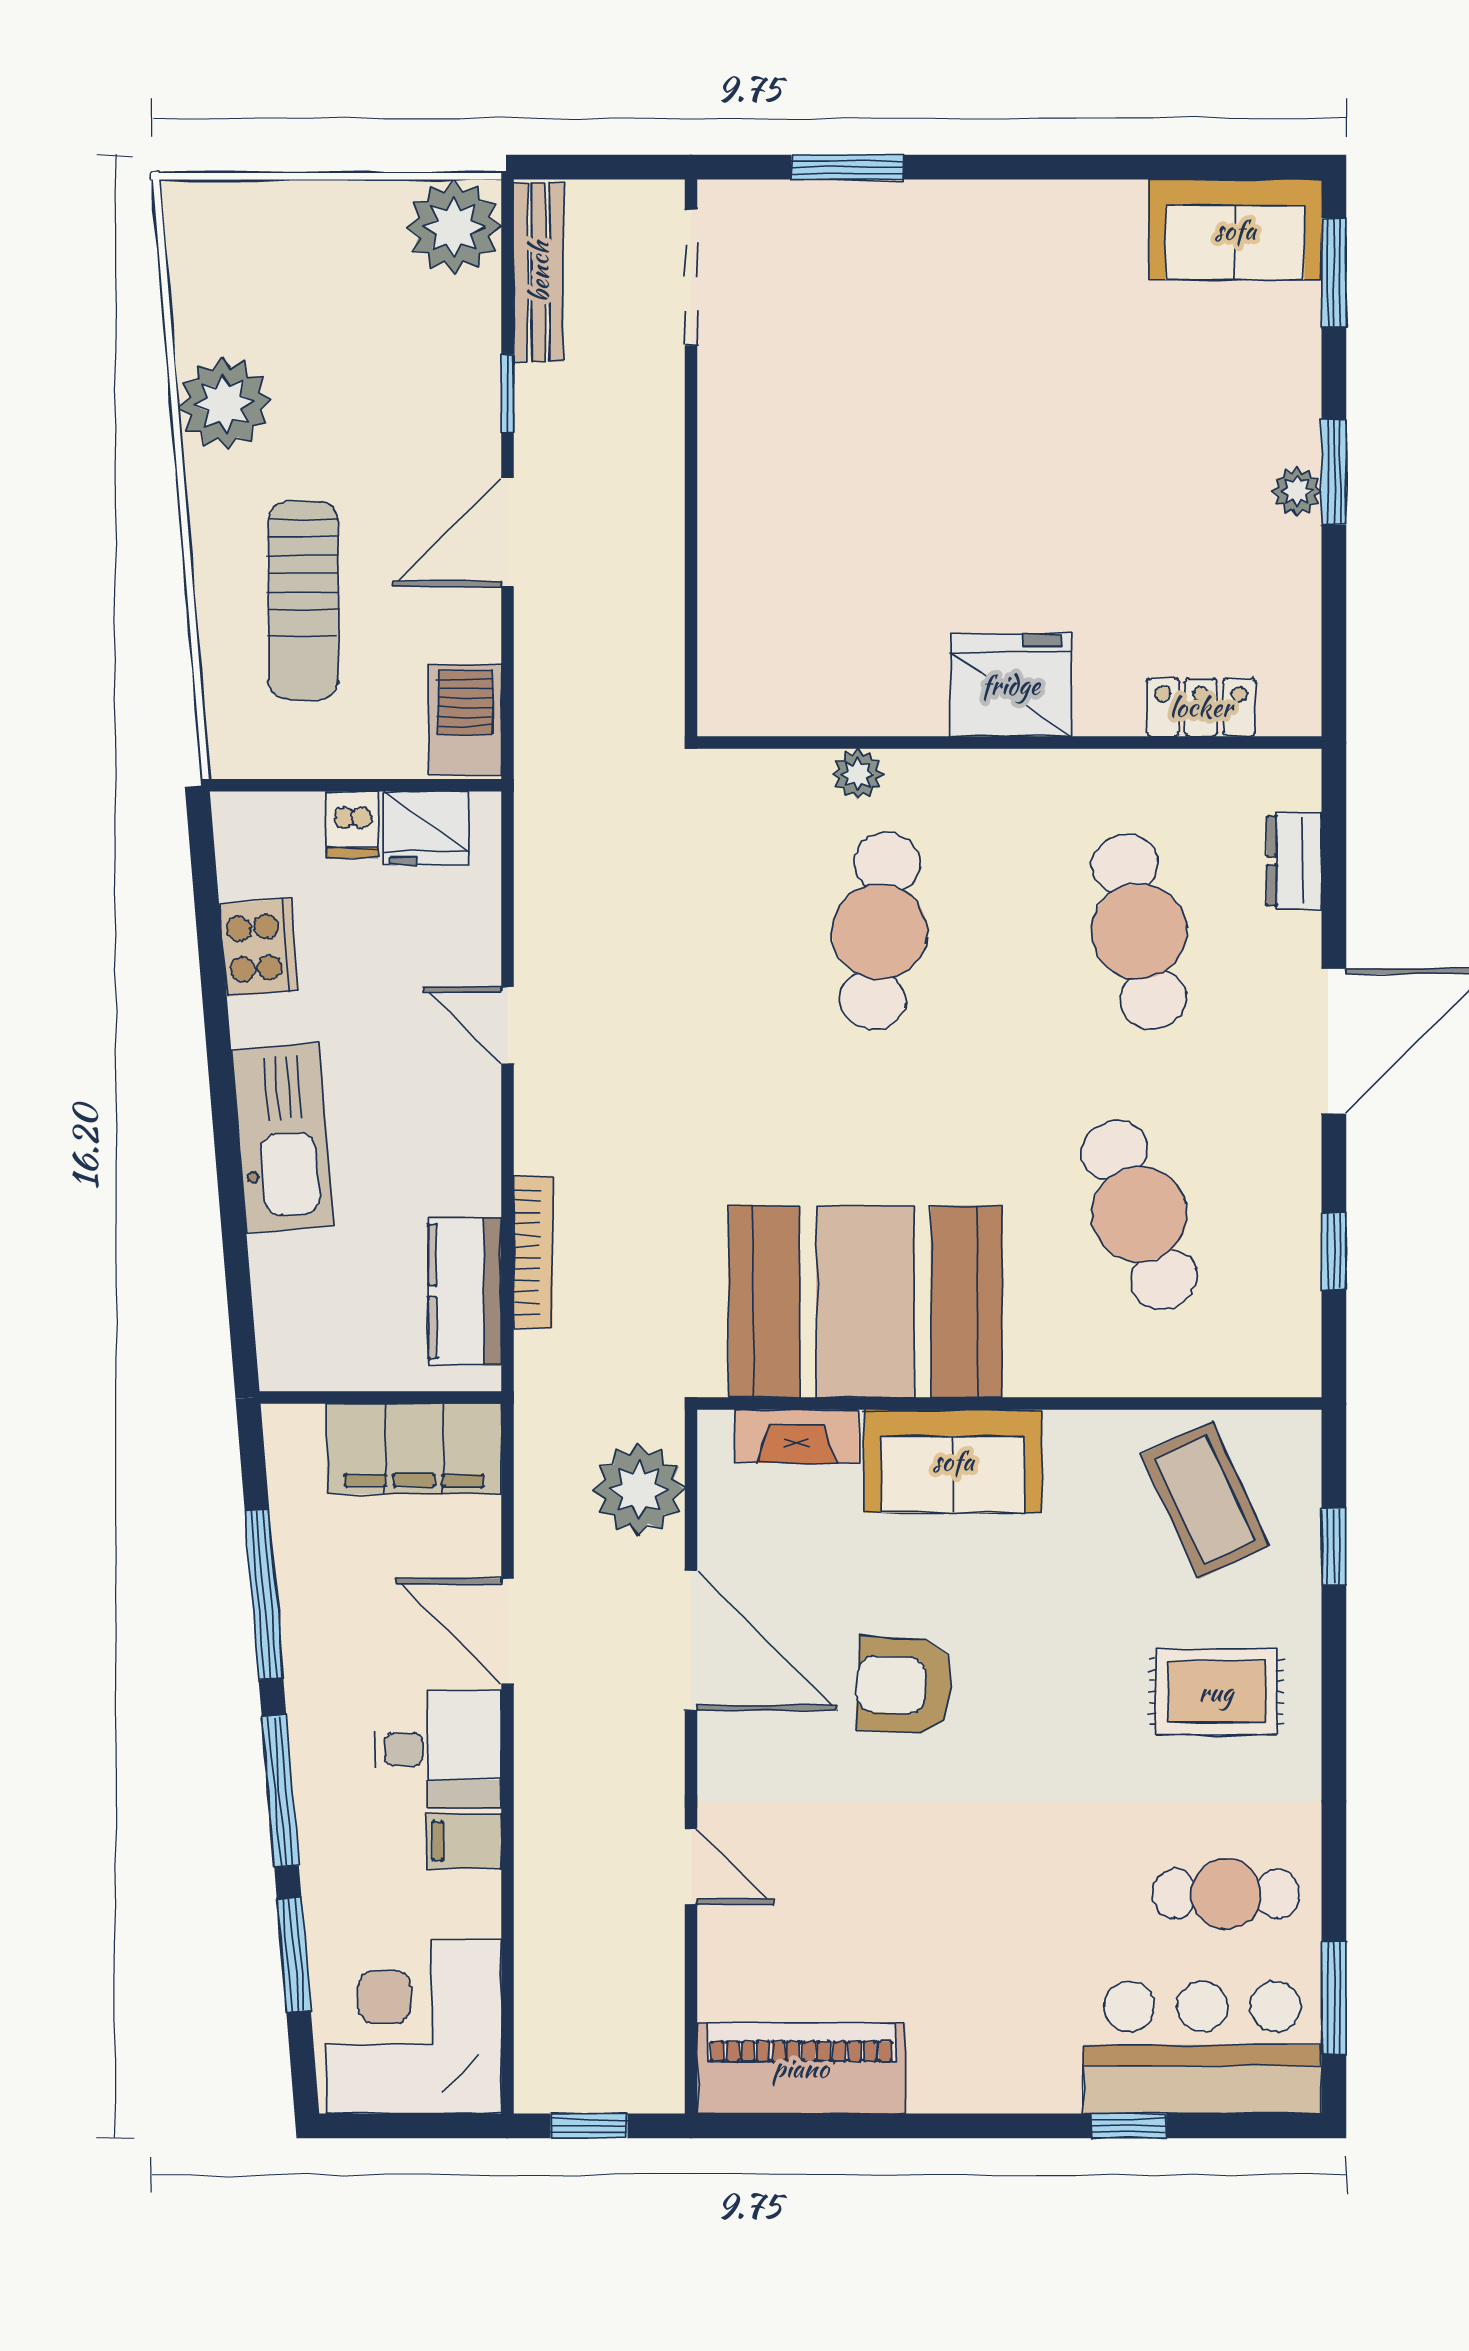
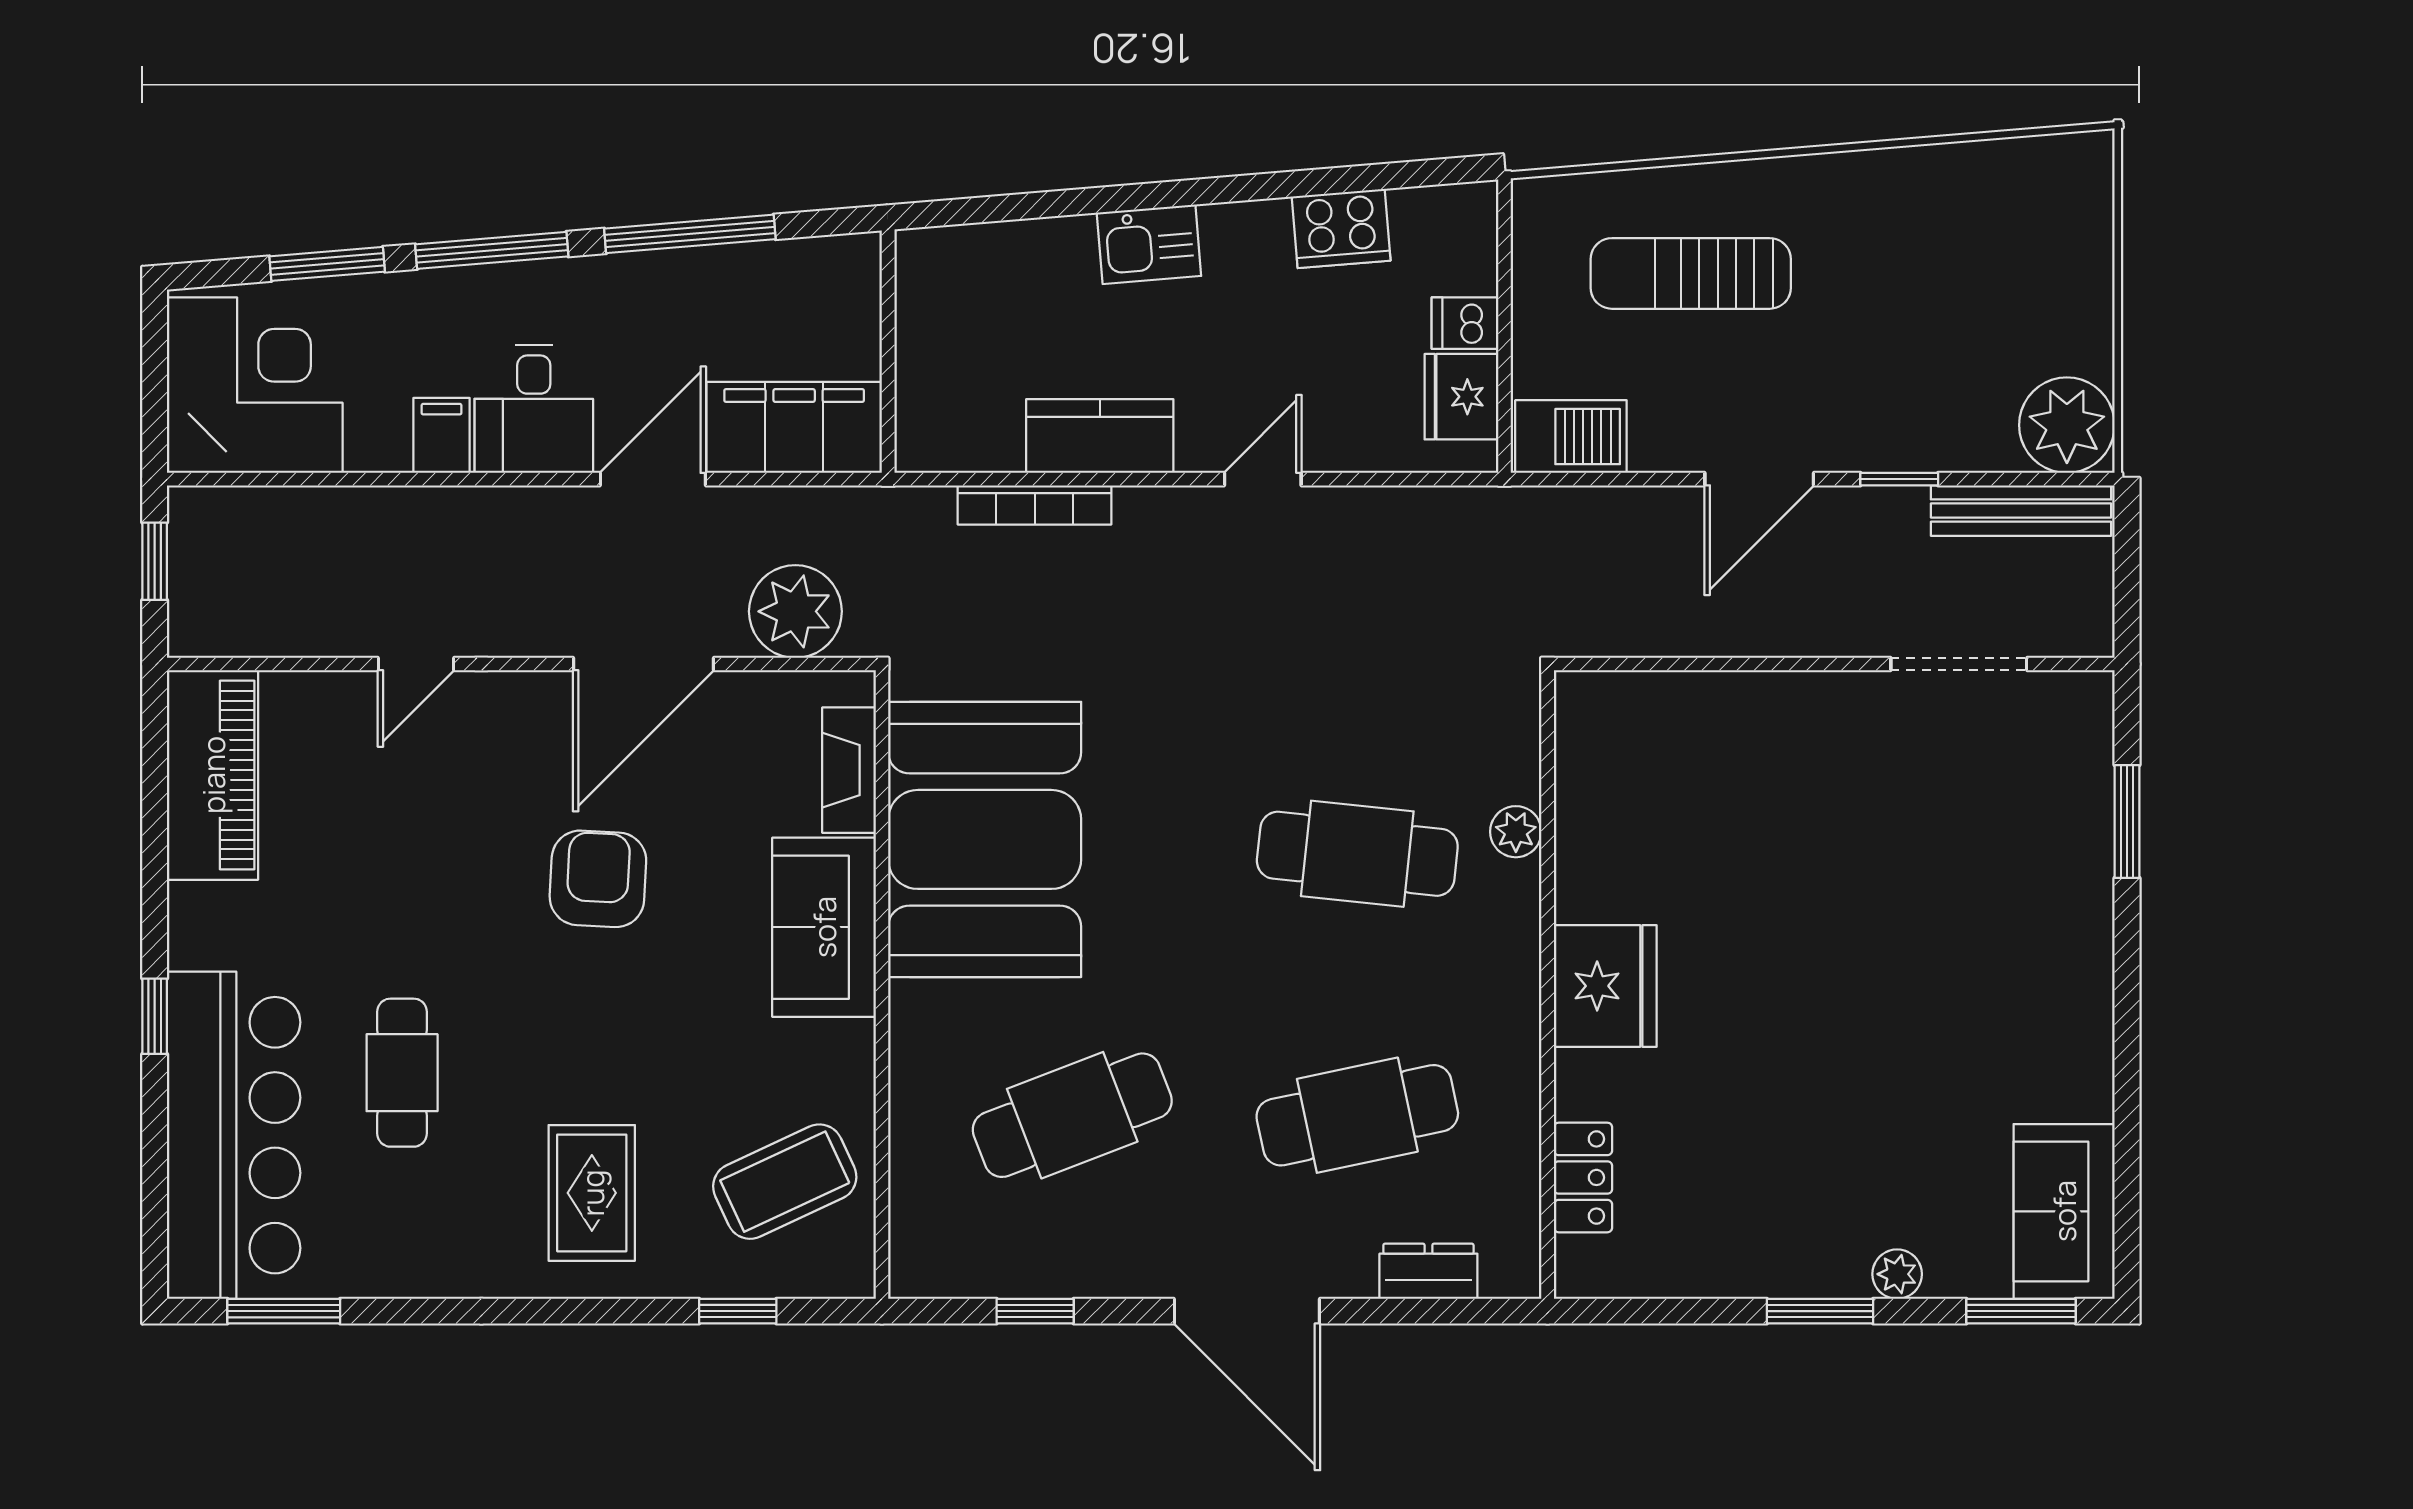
doorway: (691, 277) -> (1959, 664), moved
plant: (225, 403) -> (1889, 194), removed
plant: (1297, 491) -> (1897, 1274), moved
door: (507, 532) -> (1759, 479), swing flipped
kitchen sink: (283, 1138) -> (1149, 244), width x0.53, depth x0.81
kitchen counter: (465, 1291) -> (1100, 436), moved
filing cabinet: (414, 1449) -> (794, 427), moved, turned 90
cafe table: (1226, 1894) -> (402, 1073), moved
bar counter: (1202, 2047) -> (234, 1135), width x1.36
window: (1129, 2126) -> (155, 1016), moved

